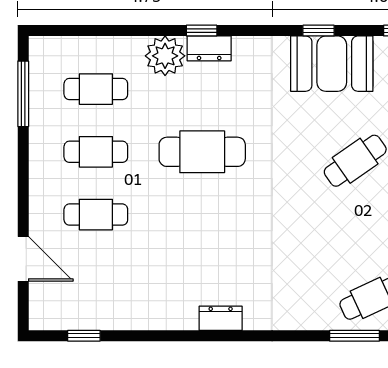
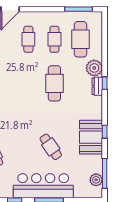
cafe table: (96, 89) -> (80, 39), width x1.37, depth x1.35

